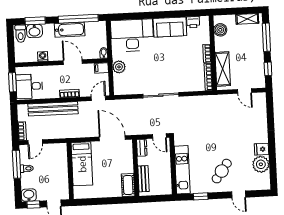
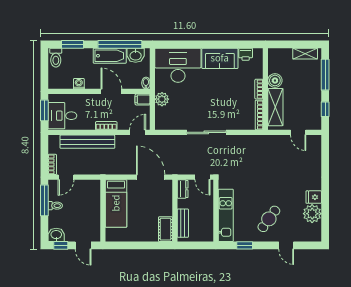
boiler: (220, 30) -> (275, 80), moved
washbasin: (34, 31) -> (136, 55), moved

